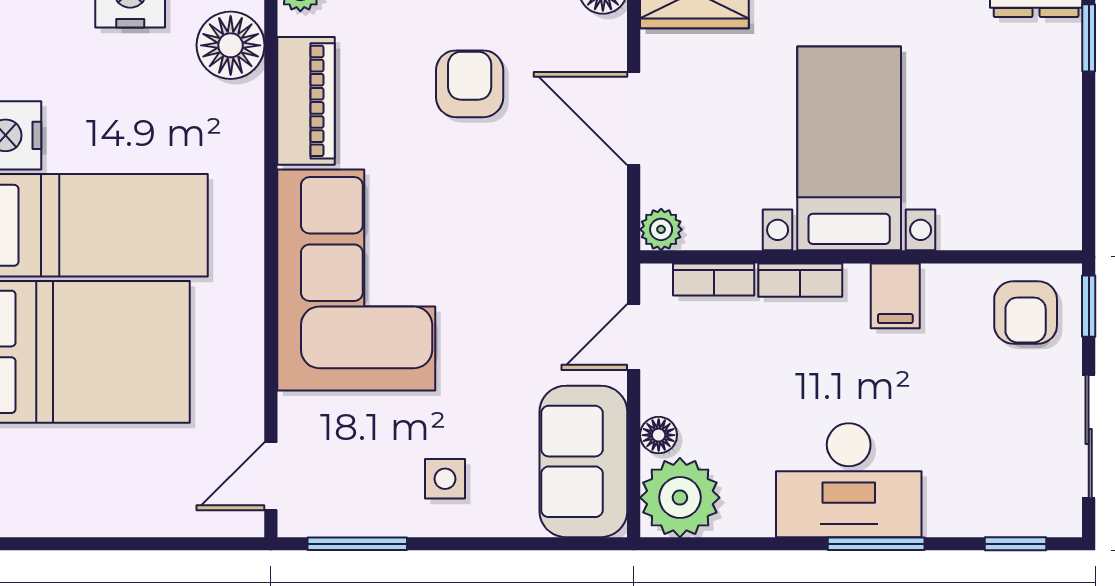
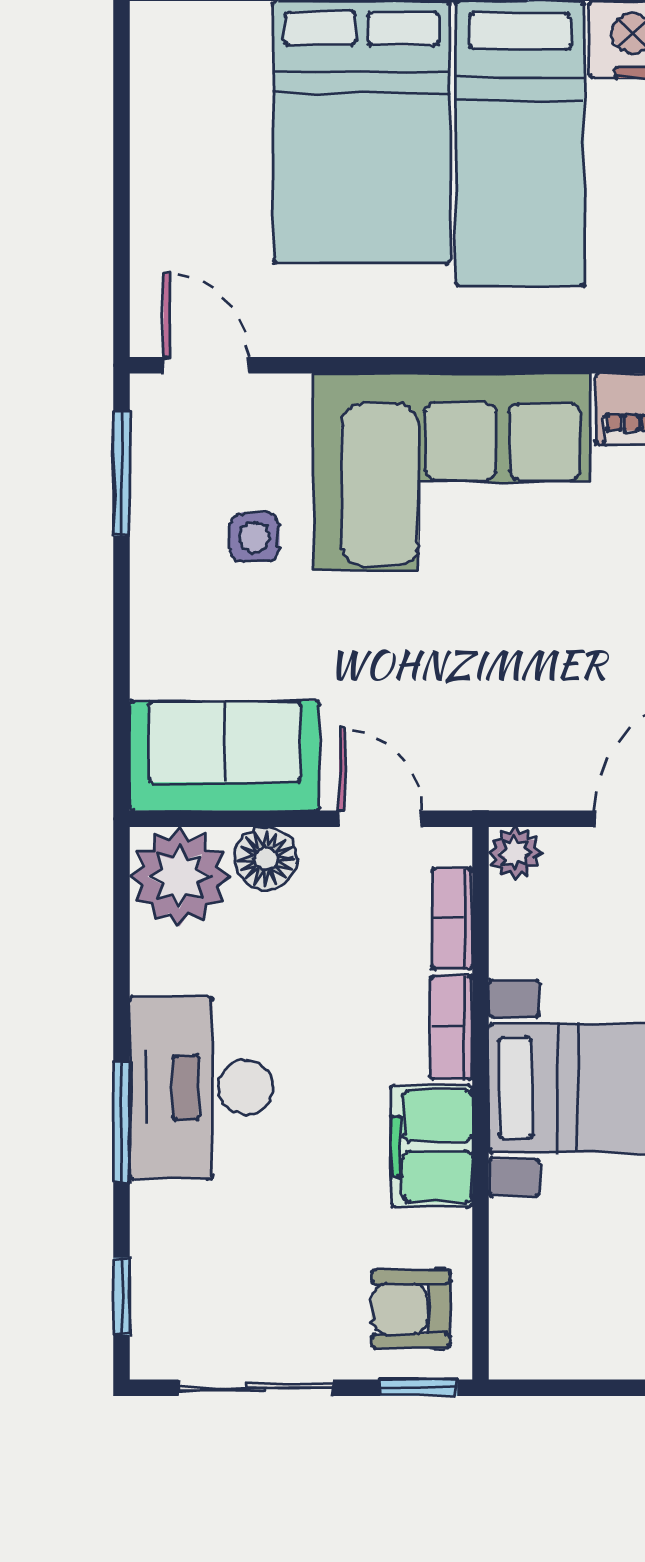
filing cabinet: (895, 296) -> (432, 1146), width x2.00
floor lamp: (659, 435) -> (266, 859), width x1.37, depth x1.37
side table: (445, 479) -> (254, 537), moved

